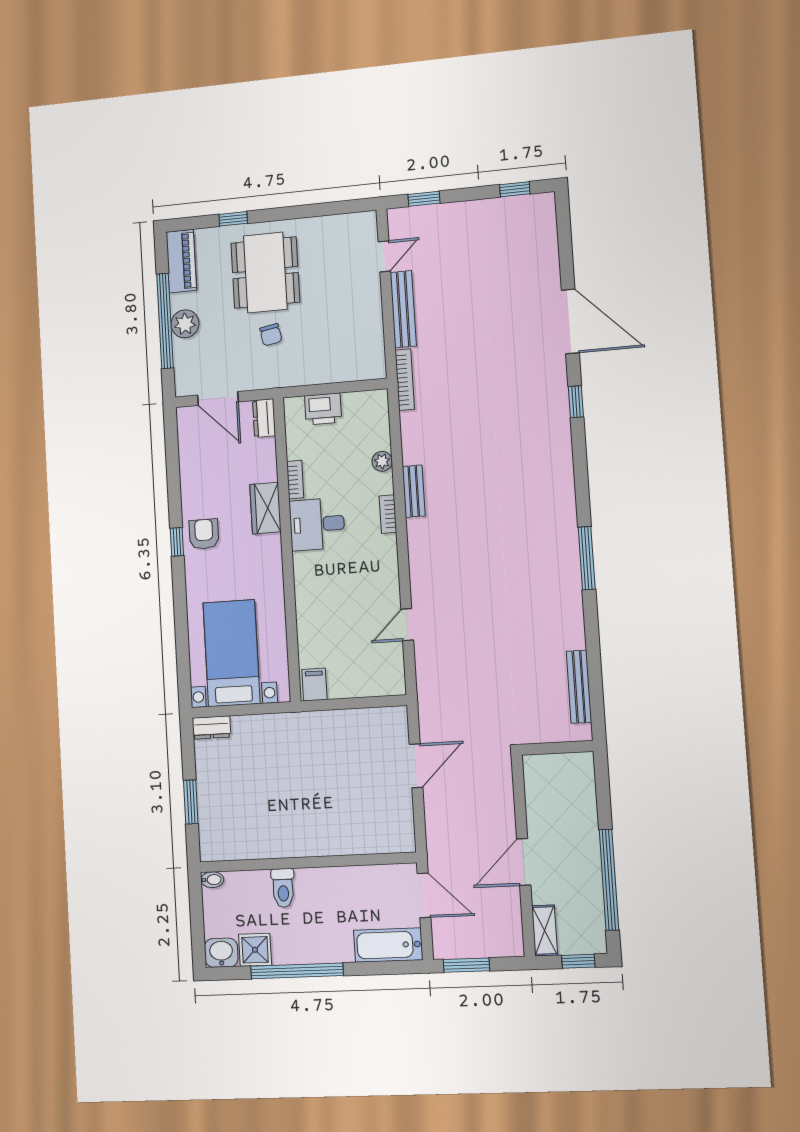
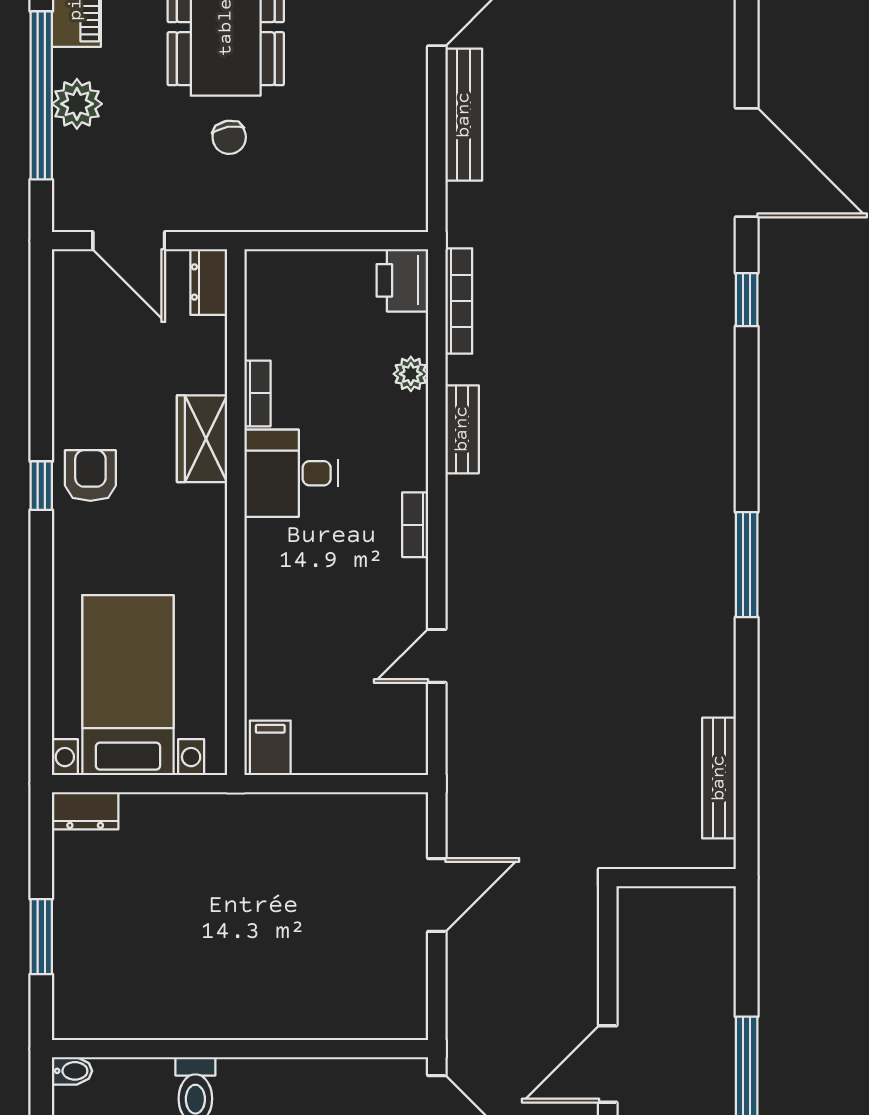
bookcase: (405, 380) -> (459, 301), moved
printer: (323, 409) -> (402, 280), moved, turned 90
bookcase: (388, 514) -> (415, 525), moved

